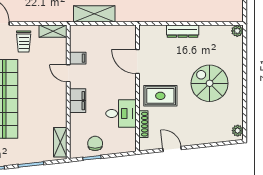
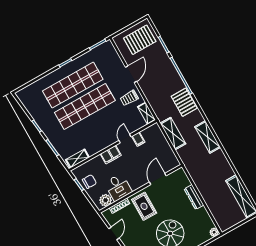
plant: (128, 137) -> (106, 200), added

